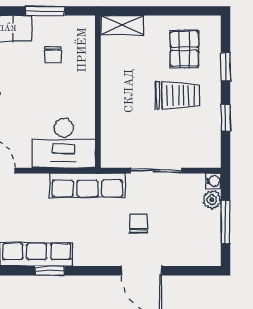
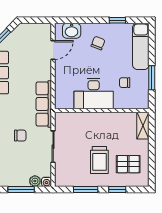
window: (226, 118) -> (86, 189), width x1.50
desk: (64, 143) -> (94, 93), moved, turned -90

